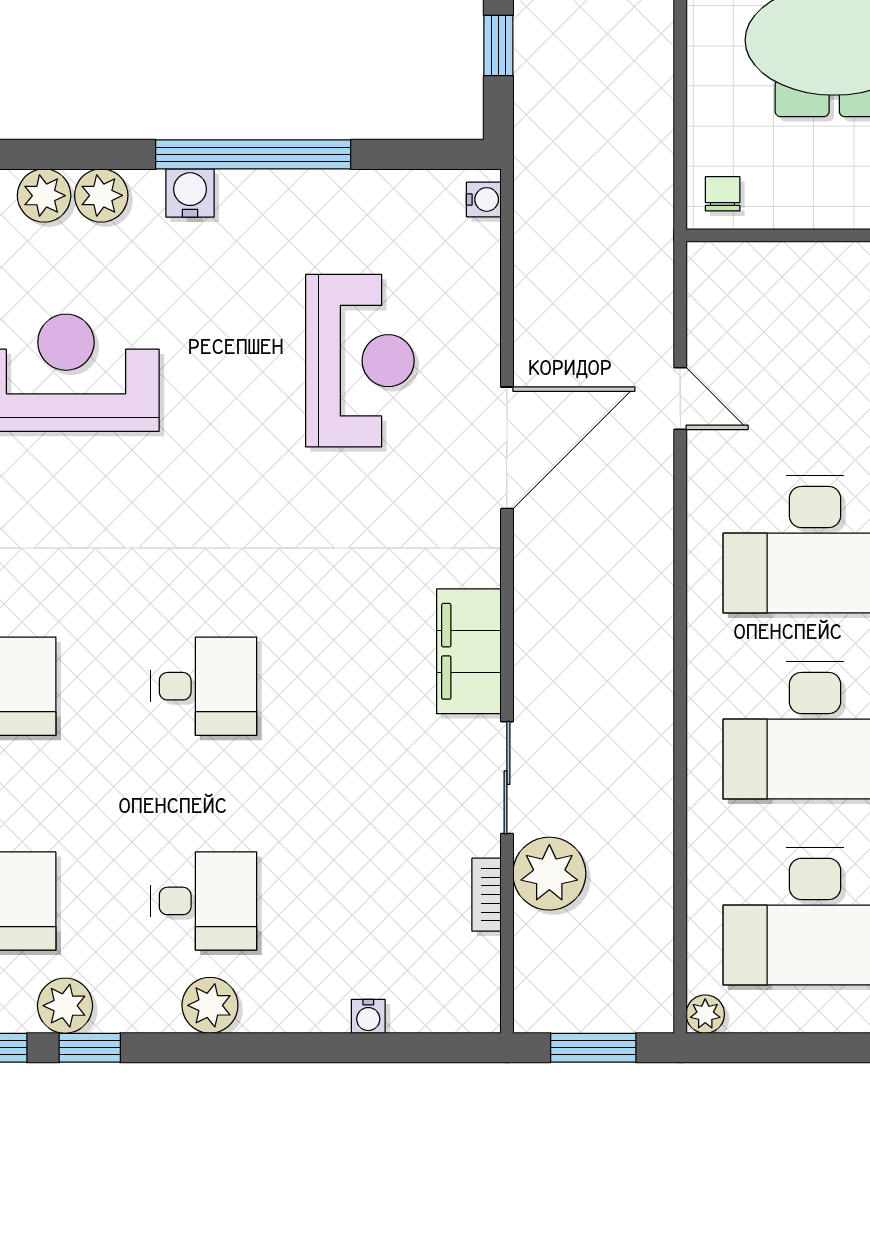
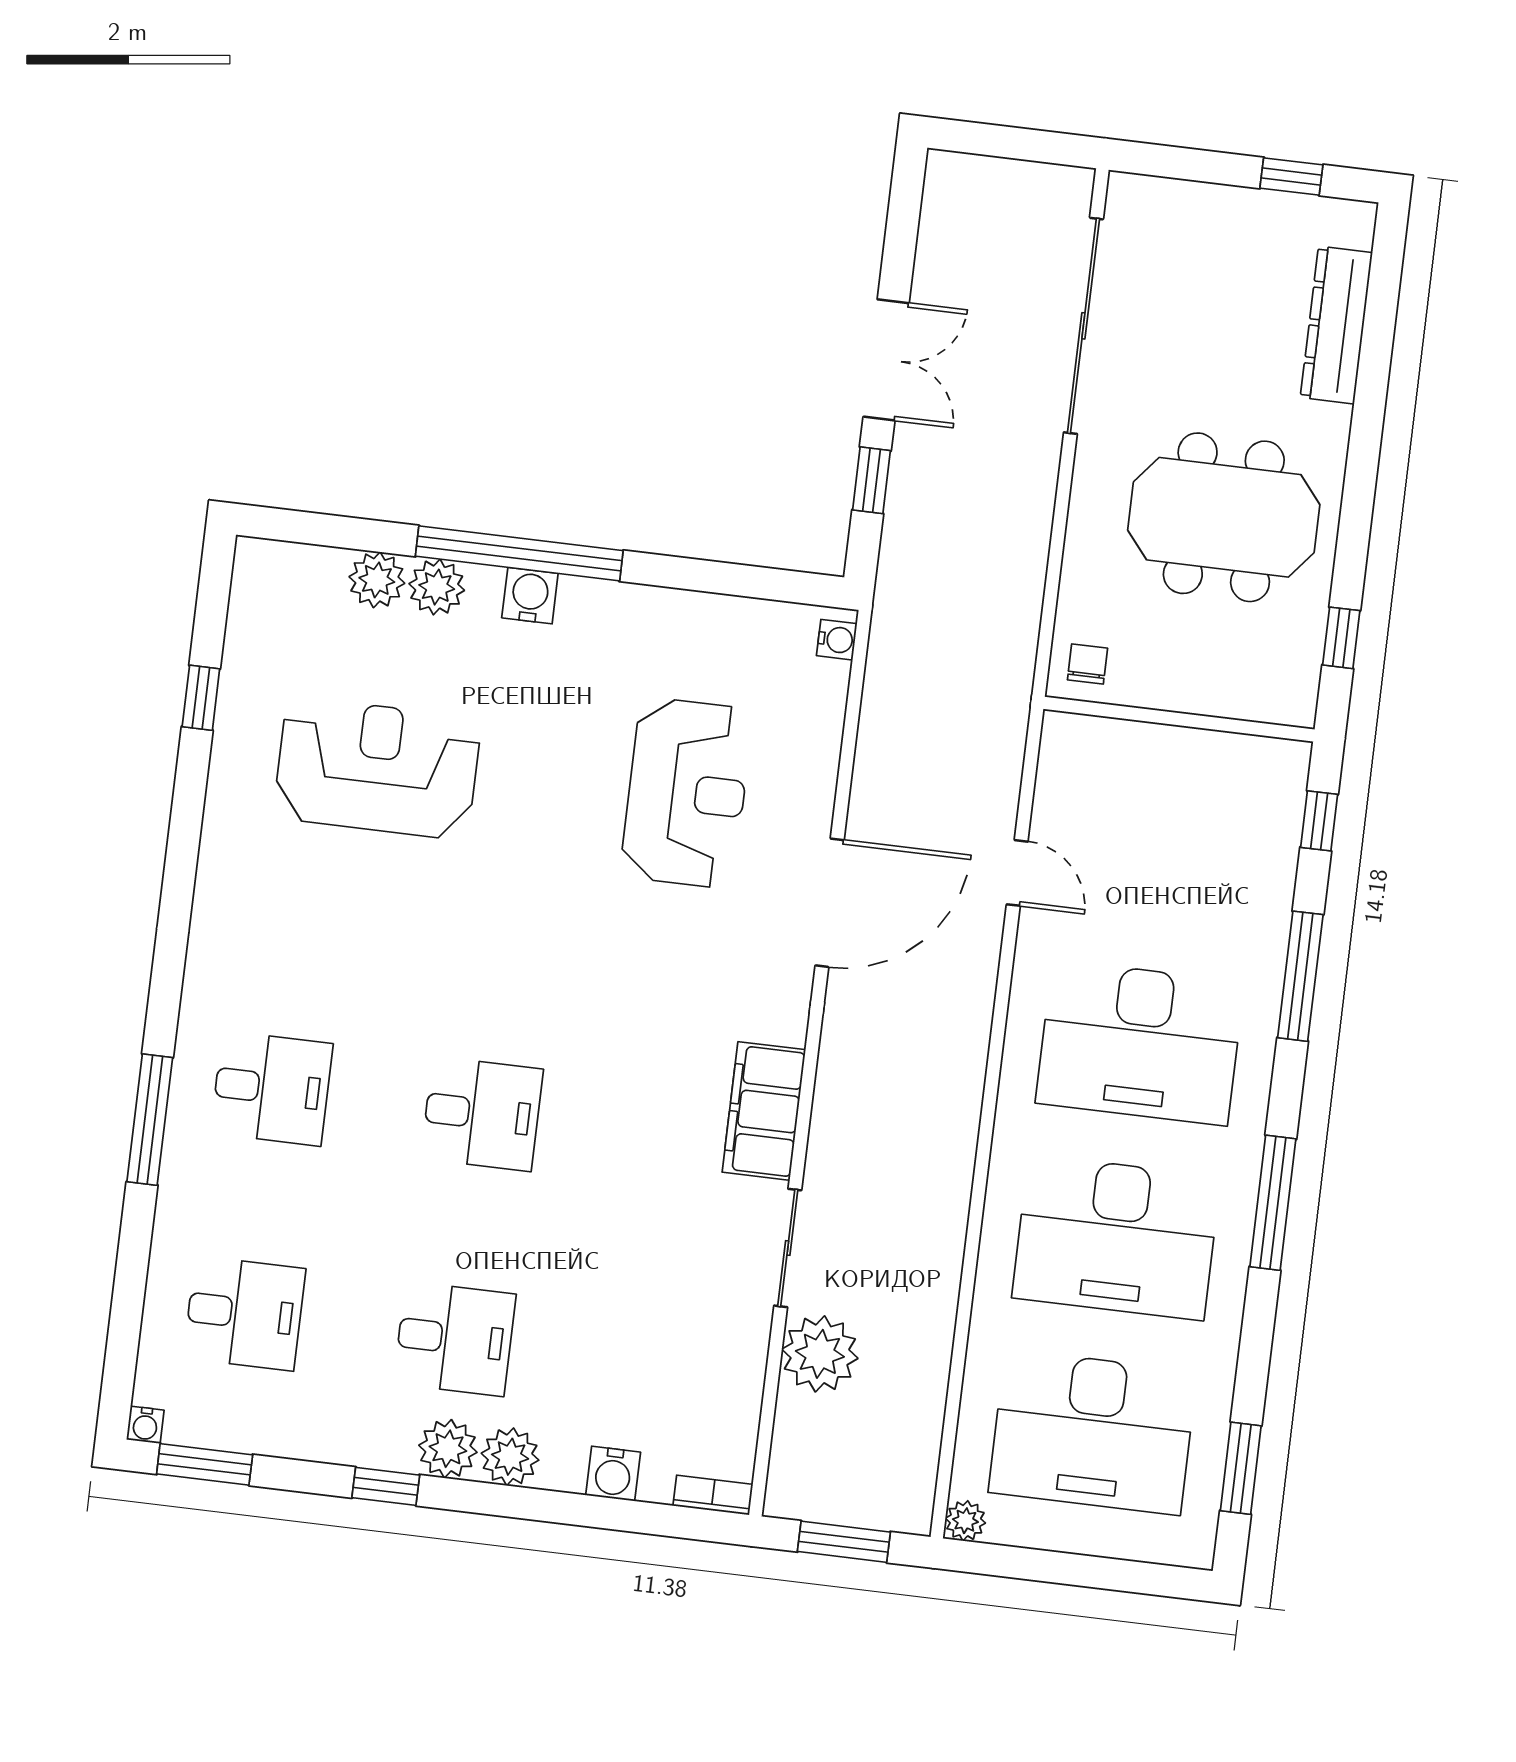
window: (253, 154) -> (519, 553), moved
bookcase: (487, 895) -> (713, 1495), moved, turned 90
plant: (65, 1006) -> (510, 1457), moved
water cooler: (368, 1016) -> (613, 1474), width x1.38, depth x1.38
window: (90, 1048) -> (386, 1486), moved

